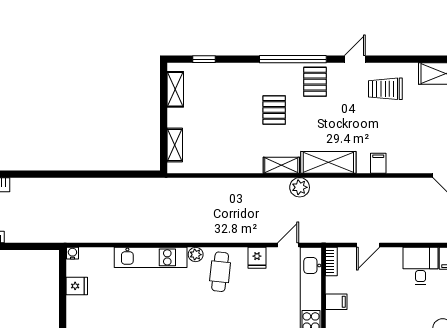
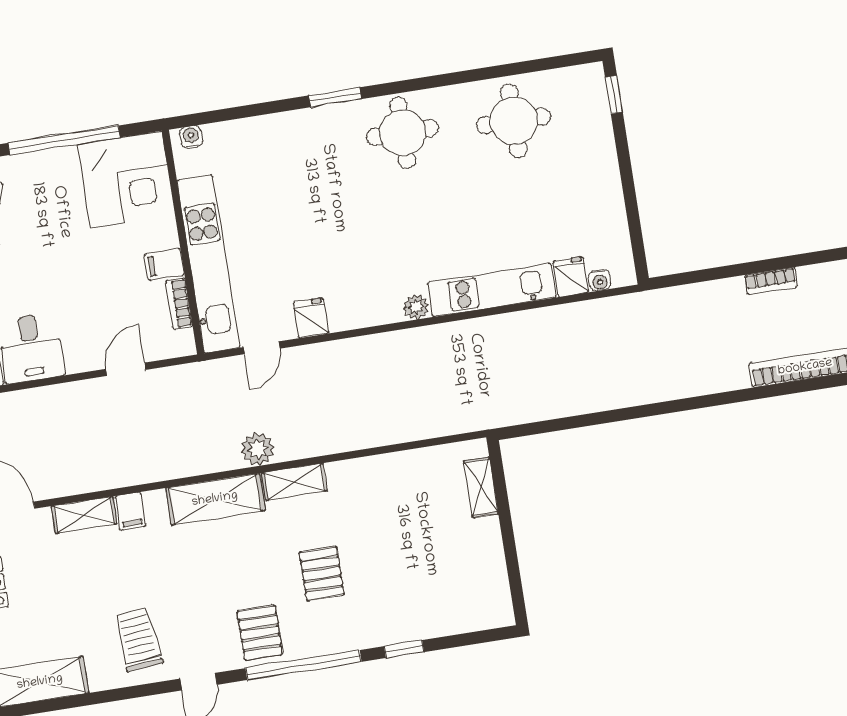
window: (204, 59) -> (404, 649), moved
shelving: (175, 89) -> (84, 515), moved, turned 90
trolley: (385, 89) -> (138, 639), turned -95
water cooler: (72, 253) -> (600, 280), moved
bookcase: (331, 262) -> (179, 304), moved
cafe table: (220, 272) -> (370, 284), removed
fridge: (77, 286) -> (571, 277), moved, turned 90

